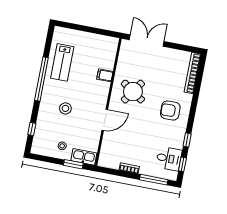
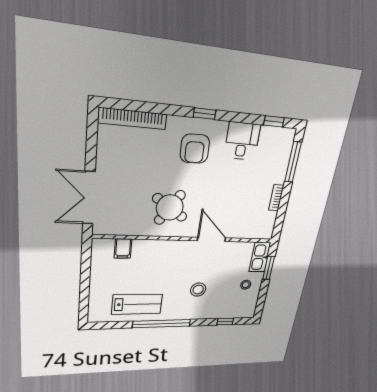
filing cabinet: (105, 75) -> (123, 249), moved
window: (187, 140) -> (205, 114), moved
desk: (169, 159) -> (242, 141), moved

